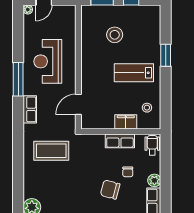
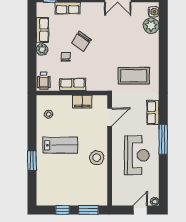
stool: (115, 35) -> (97, 158), moved
filing cabinet: (126, 122) -> (82, 102), moved
chair: (110, 190) -> (81, 41), turned 109

